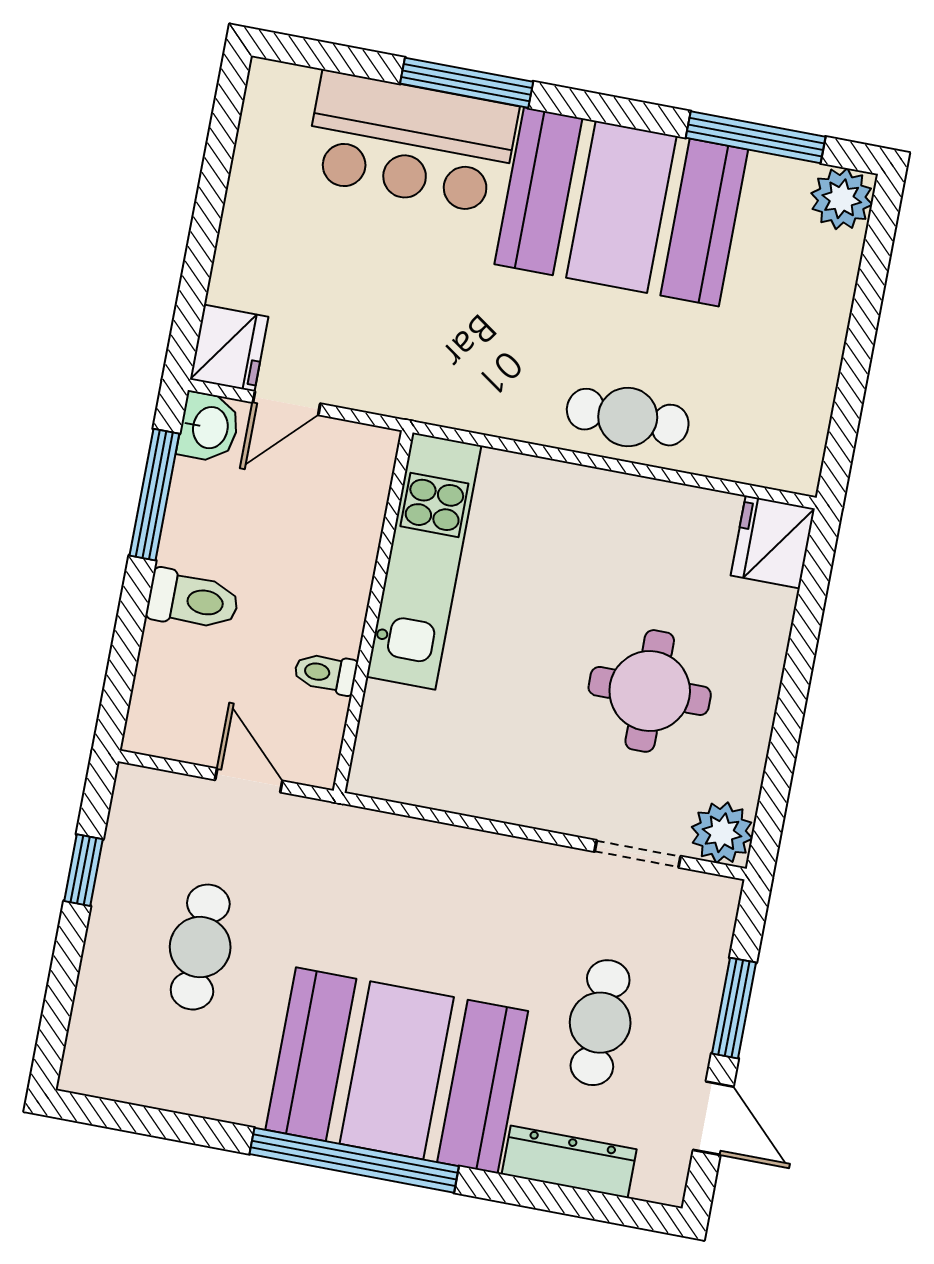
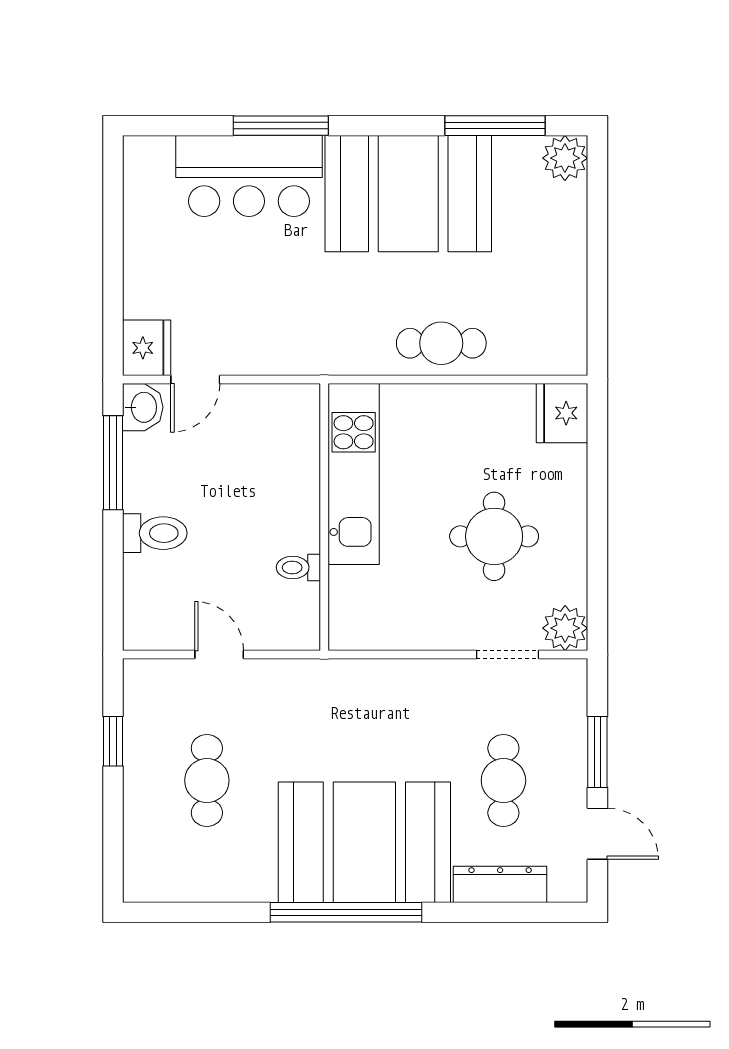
kitchen unit: (424, 561) -> (354, 474), moved
wall: (373, 612) -> (324, 517), moved
toilet: (325, 673) -> (298, 567), moved

